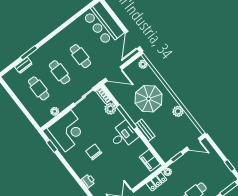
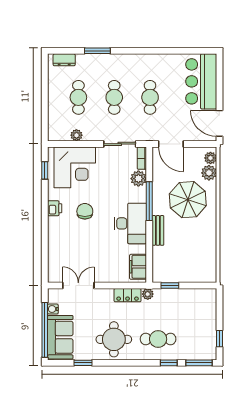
door: (133, 40) -> (219, 123), hinge flipped
dresser: (23, 65) -> (64, 60), moved
plant: (178, 111) -> (209, 173), moved
desk: (123, 135) -> (130, 223), width x1.37
door: (193, 144) -> (198, 286), removed
printer: (88, 181) -> (55, 208), moved

